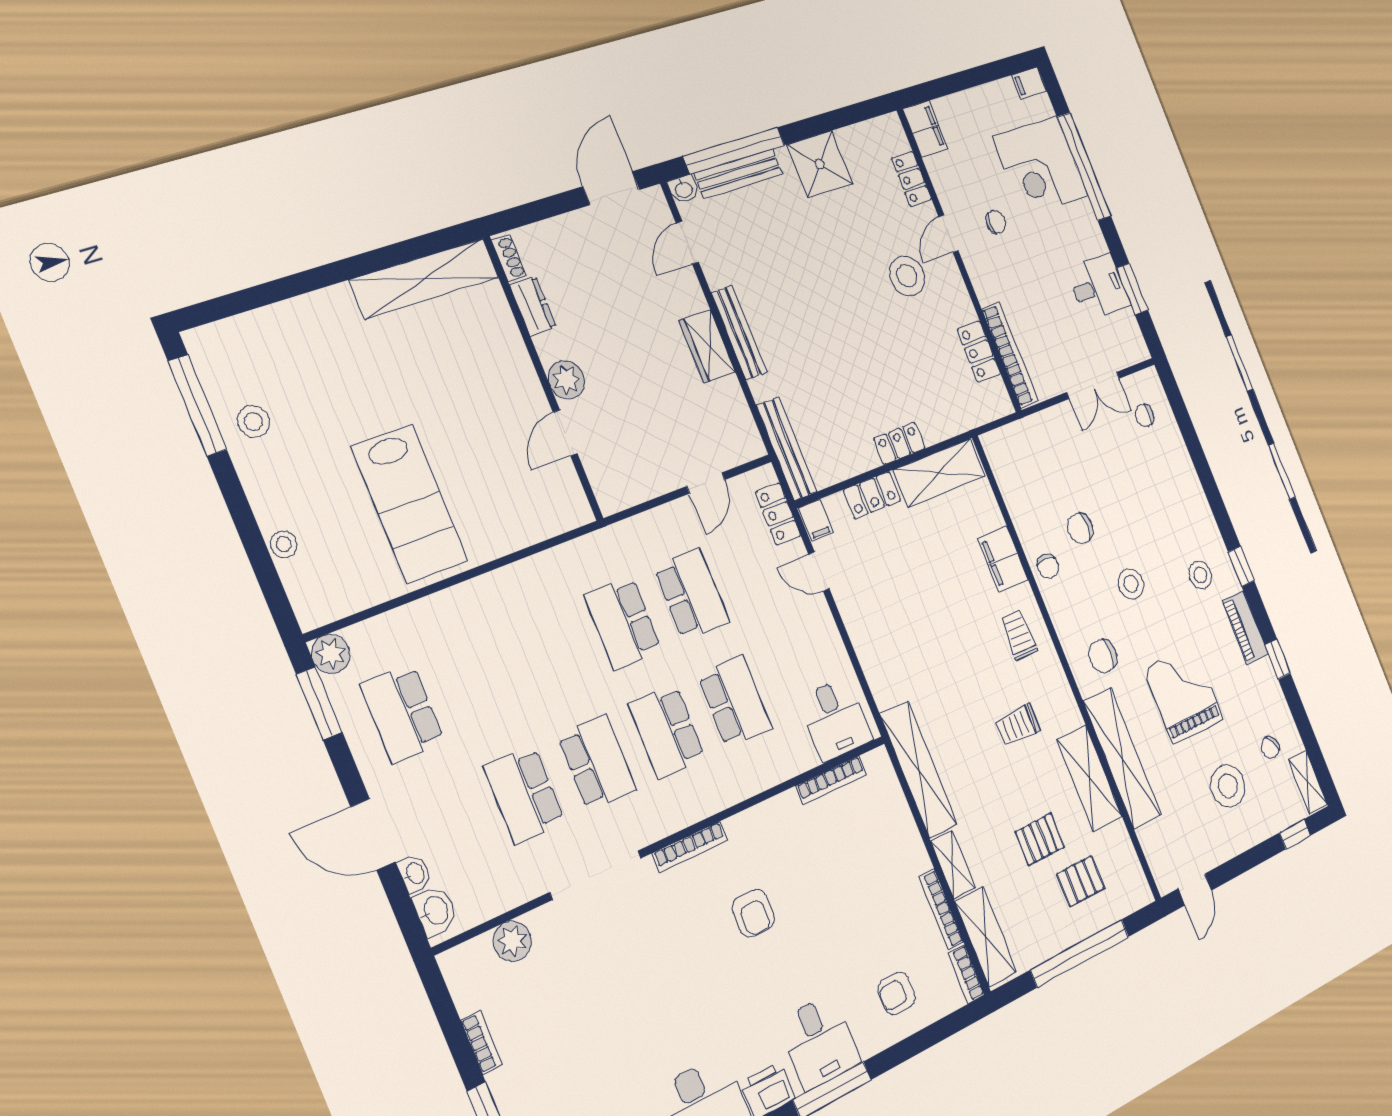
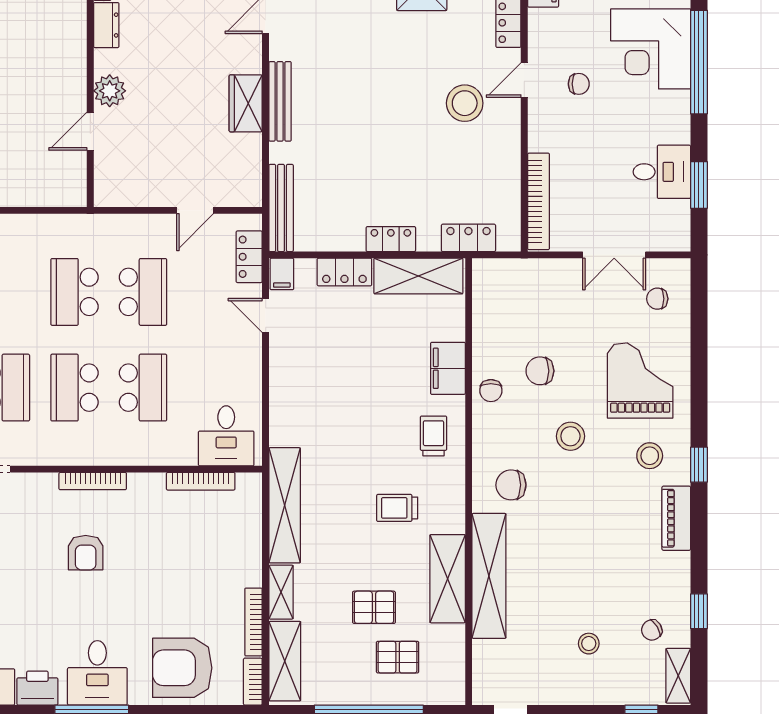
locker: (979, 352) -> (468, 238), moved, turned 90
window: (1278, 659) -> (699, 611), moved
grand piano: (1184, 694) -> (640, 381), moved
stool: (1228, 786) -> (589, 644), width x0.53, depth x0.53
bookcase: (690, 847) -> (93, 481), moved
armchair: (897, 993) -> (182, 668), width x1.88, depth x1.88

